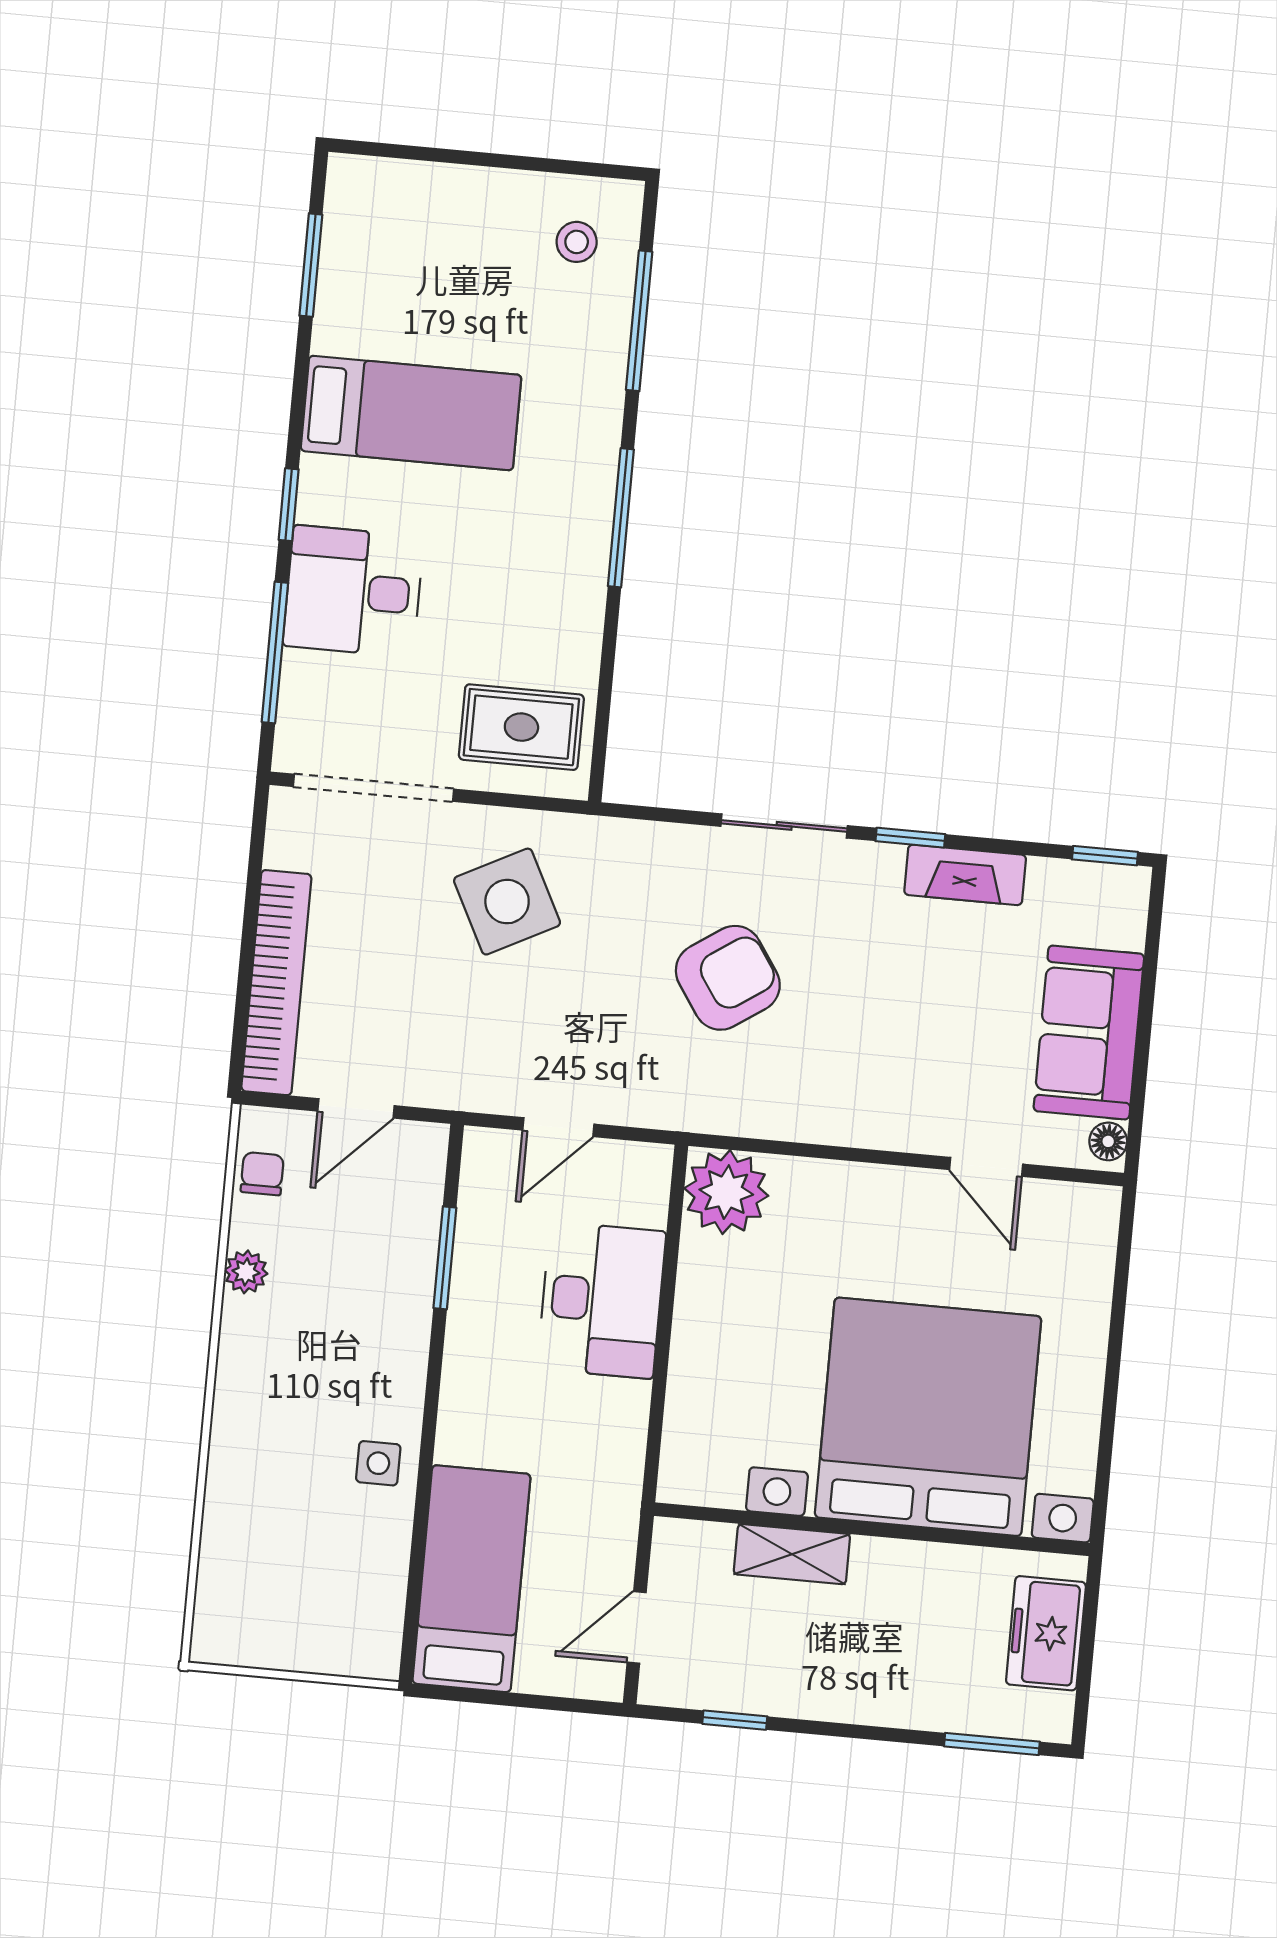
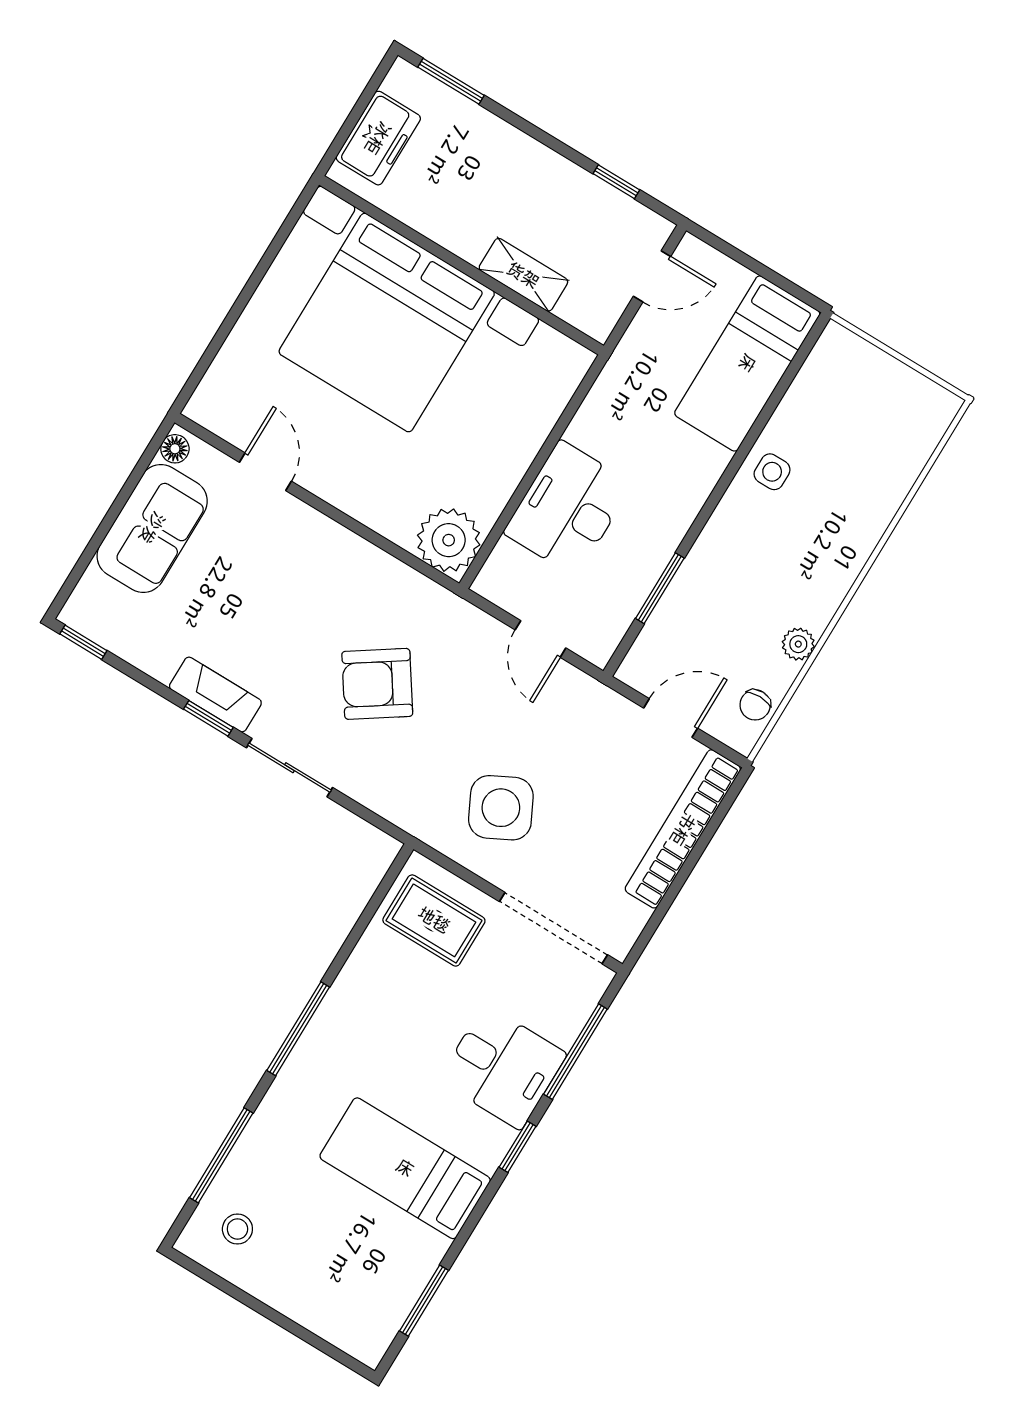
fireplace: (965, 875) -> (215, 695), moved
door: (558, 1127) -> (541, 639), swing flipped

